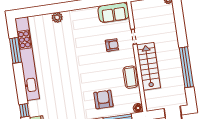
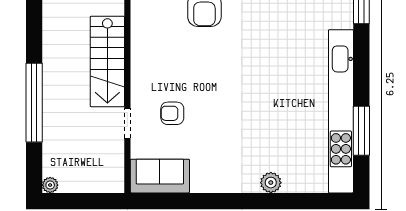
window: (186, 67) -> (34, 103), moved
coffee table: (130, 77) -> (145, 46), removed

